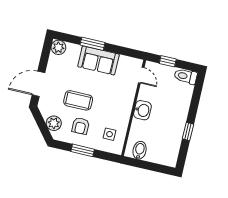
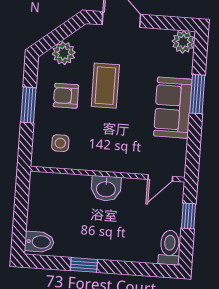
bidet: (140, 150) -> (39, 242), moved

